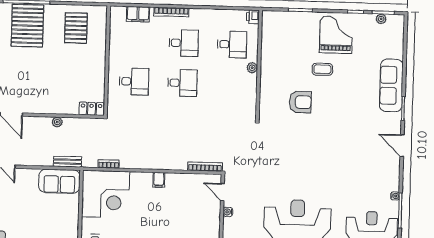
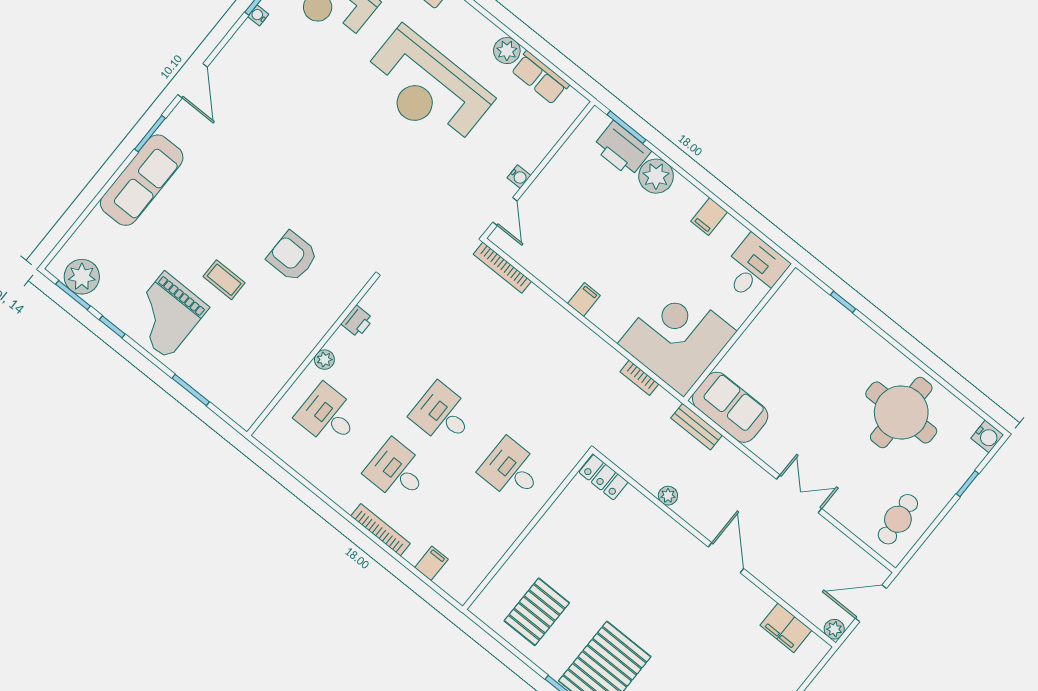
filing cabinet: (138, 14) -> (431, 563), width x0.50
printer: (253, 17) -> (357, 321), moved
plant: (381, 19) -> (82, 277), width x1.88, depth x1.88

